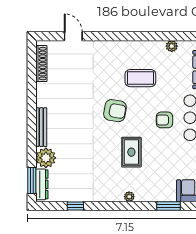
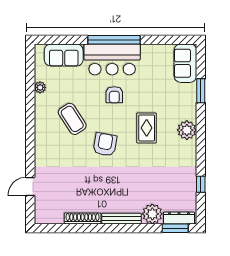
shoe rack: (41, 64) -> (83, 218), moved
coffee table: (140, 78) -> (72, 119), turned -33
rug: (131, 152) -> (147, 128), turned 90
plant: (129, 197) -> (187, 130), width x1.88, depth x1.88

